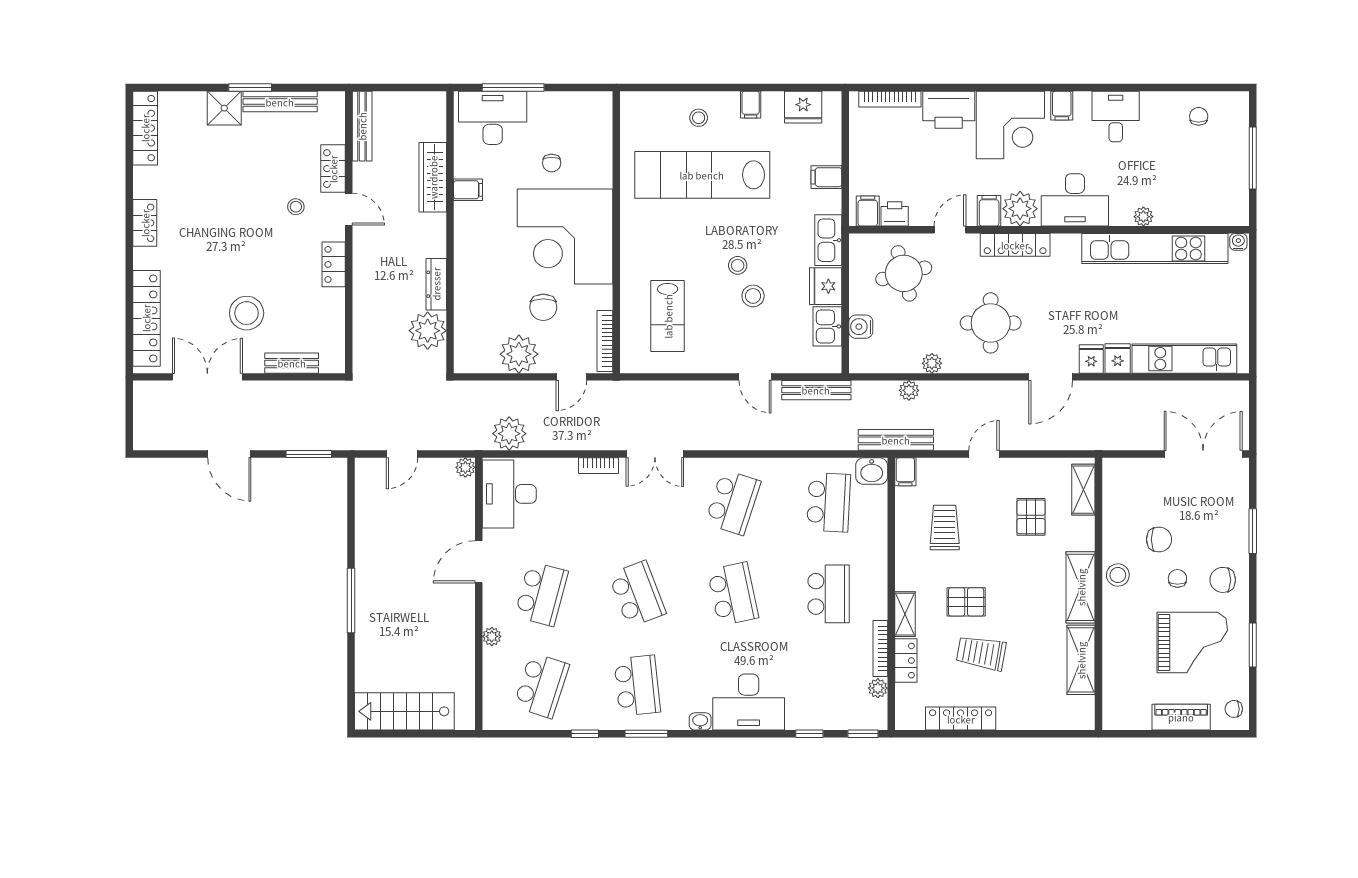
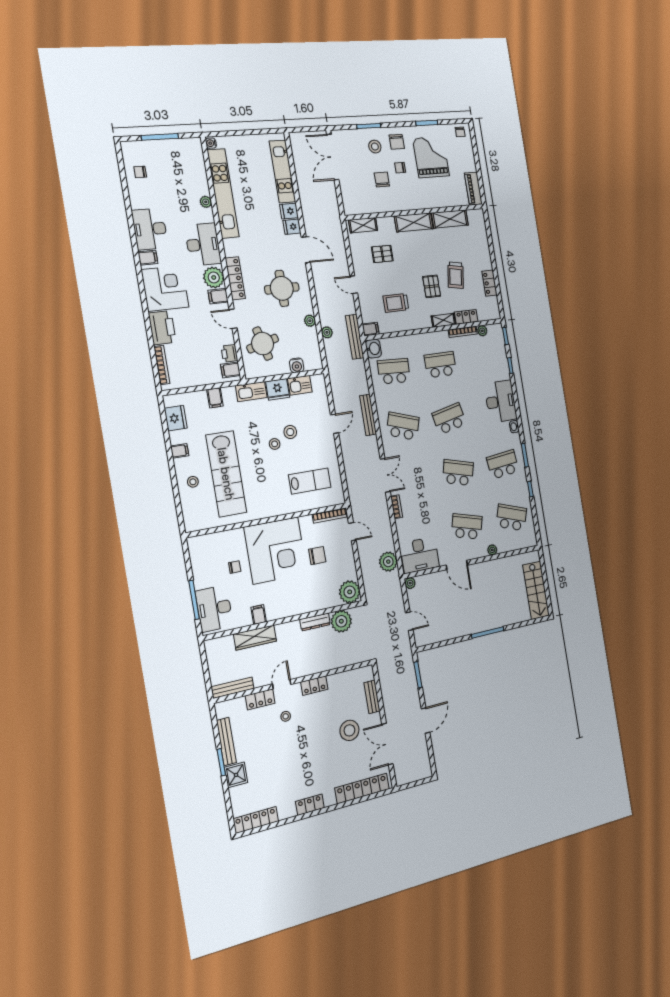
desk: (1116, 117) -> (150, 229), width x1.37
plant: (519, 354) -> (350, 592), moved
bench: (816, 390) -> (368, 415), moved
stool: (1118, 575) -> (375, 147), moved
school desk: (637, 594) -> (458, 473), turned 36
piano: (1181, 717) -> (473, 189), moved
locker: (961, 719) -> (489, 283), width x0.66

